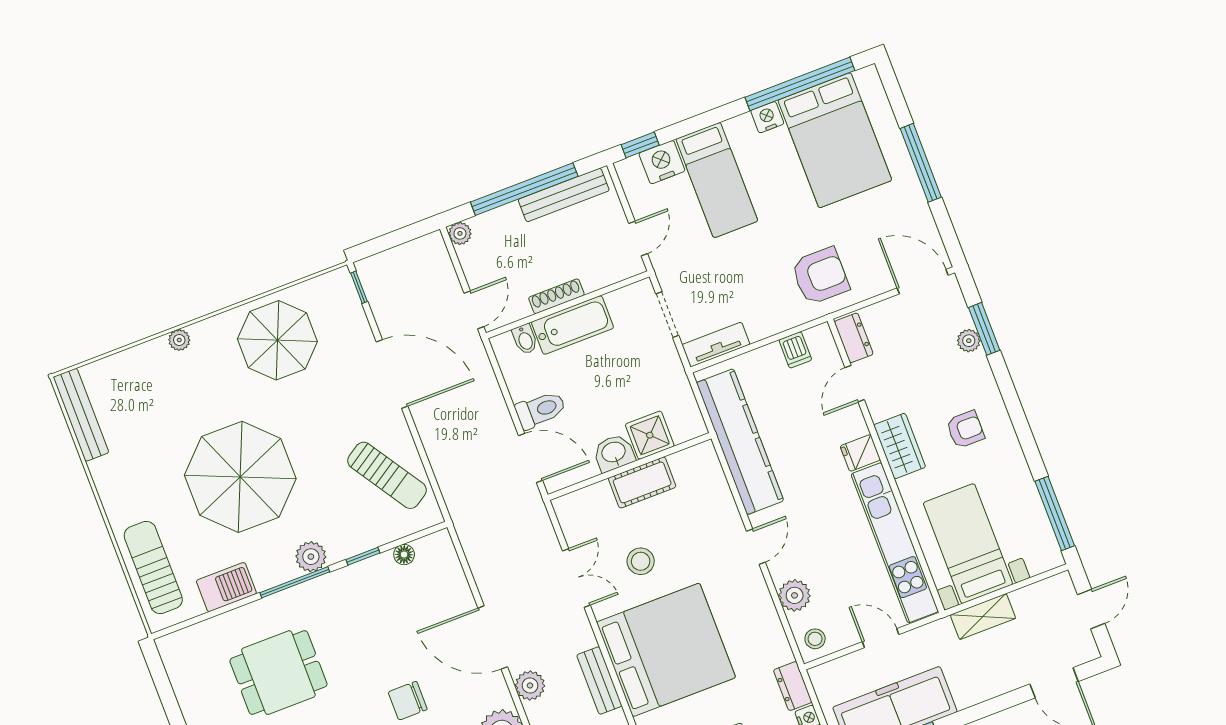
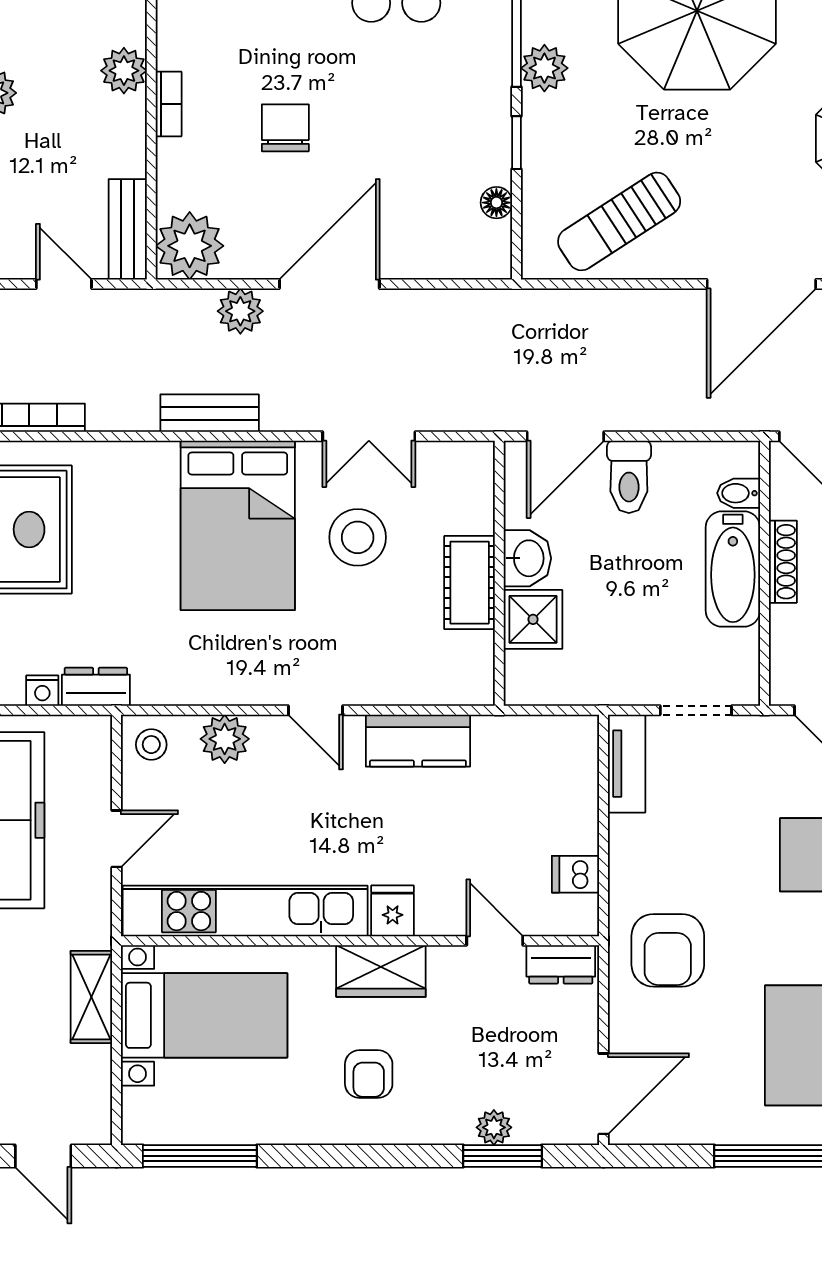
kitchen counter: (740, 442) -> (418, 741), width x0.48, depth x0.86
stool: (641, 561) -> (358, 537), width x1.38, depth x1.38
bed: (666, 650) -> (238, 525), width x0.73

